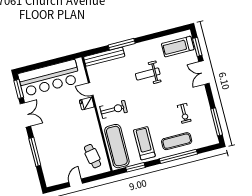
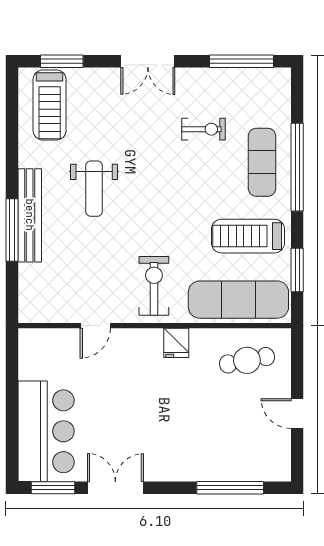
bench: (104, 57) -> (30, 215), moved
double door: (204, 73) -> (148, 61), moved
bar counter: (49, 78) -> (46, 431), width x0.73
fridge: (87, 104) -> (176, 343), moved
window: (35, 152) -> (230, 488), moved

